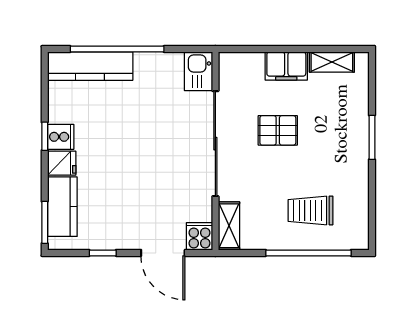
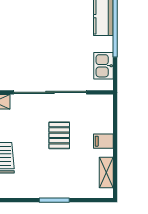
filing cabinet: (286, 66) -> (103, 141), width x0.50
kitchen sink: (198, 71) -> (103, 66), moved, turned -90

